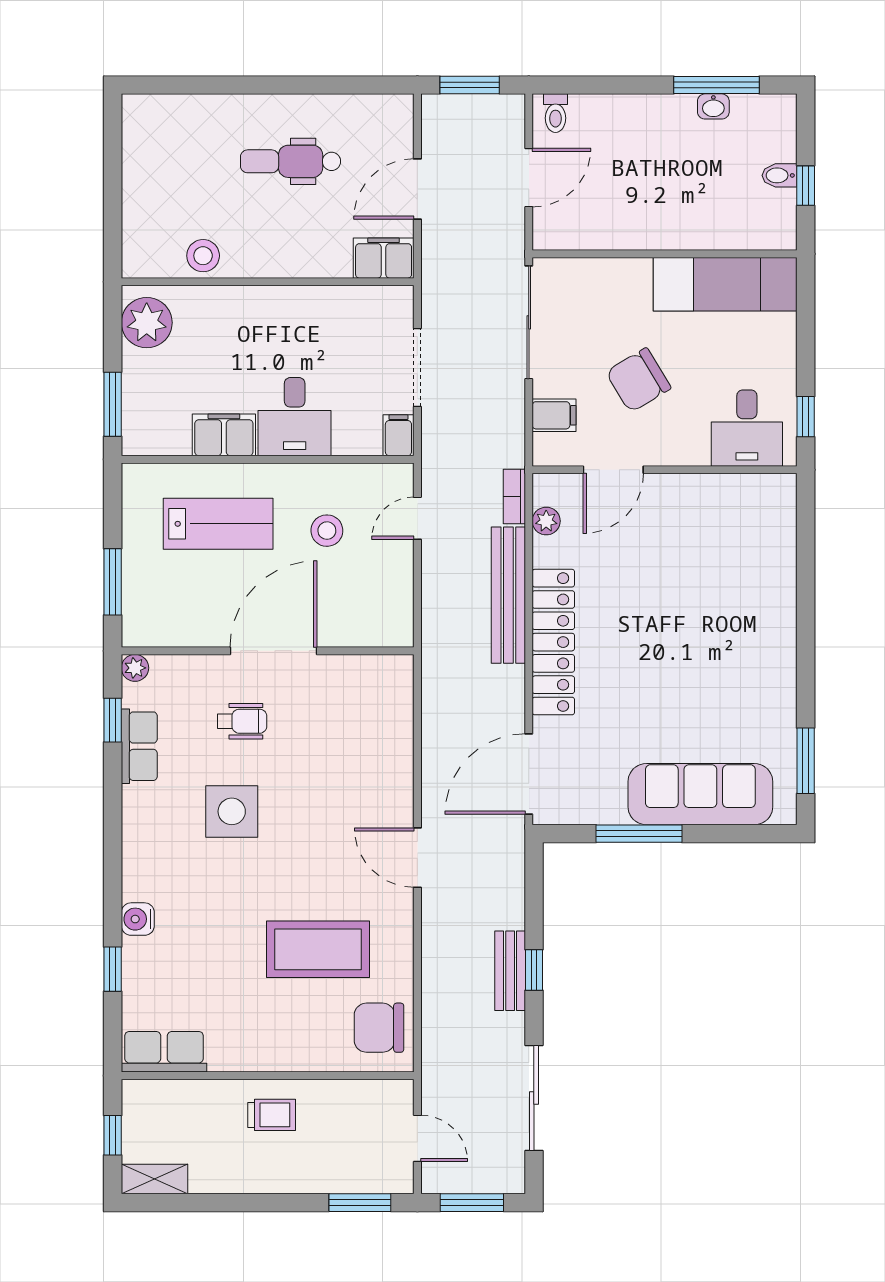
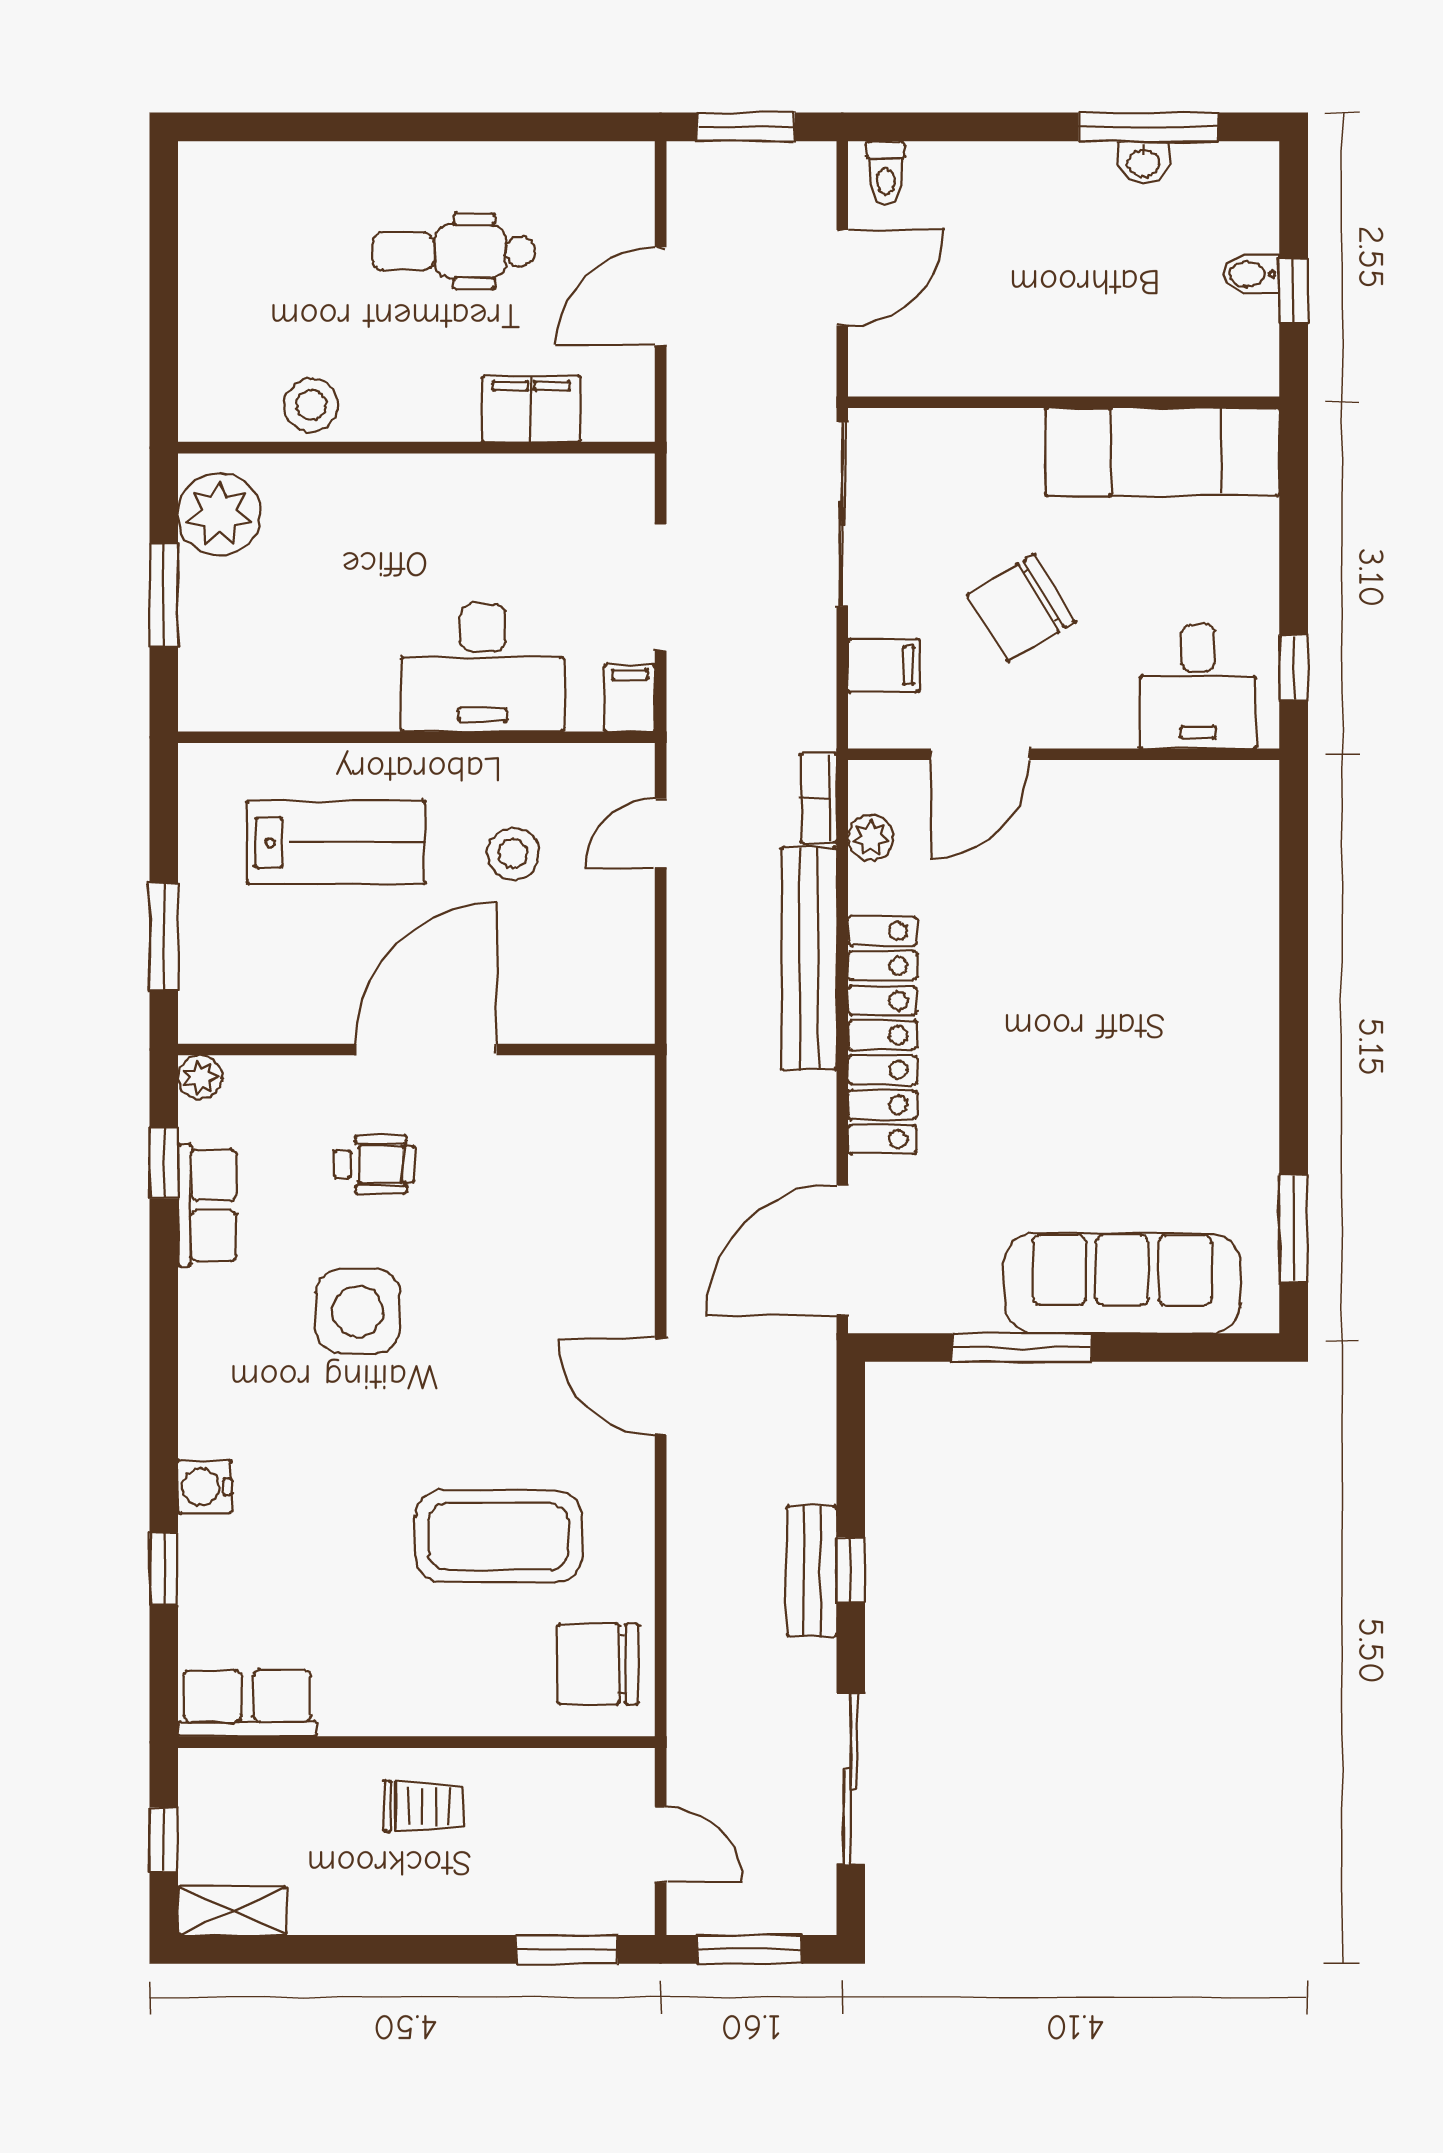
filing cabinet: (384, 258) -> (531, 409), moved
window: (113, 404) -> (164, 595), moved
desk: (295, 417) -> (483, 668), width x1.37
filing cabinet: (224, 435) -> (345, 697), removed

